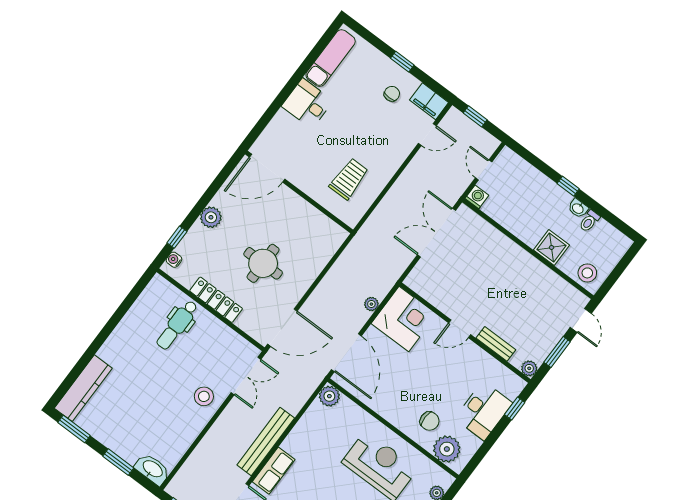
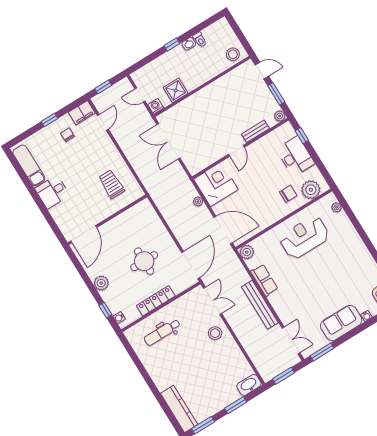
shower: (552, 247) -> (176, 90), moved
dental chair: (177, 325) -> (162, 332), turned 90
row of seats: (274, 471) -> (264, 280), moved

